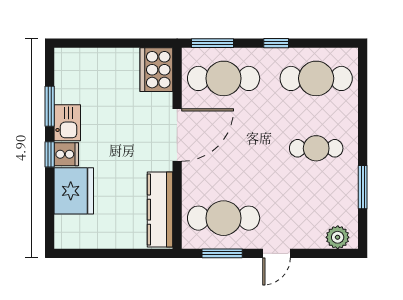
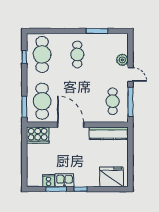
window: (276, 43) -> (24, 57), moved
cooker: (66, 154) -> (49, 181), moved
fridge: (74, 191) -> (112, 177), moved
cafe table: (224, 218) -> (113, 101), width x0.73, depth x0.74
plant: (338, 237) -> (122, 60), moved
window: (222, 253) -> (130, 102), width x1.44

